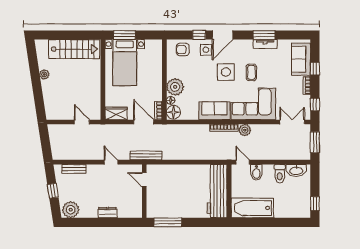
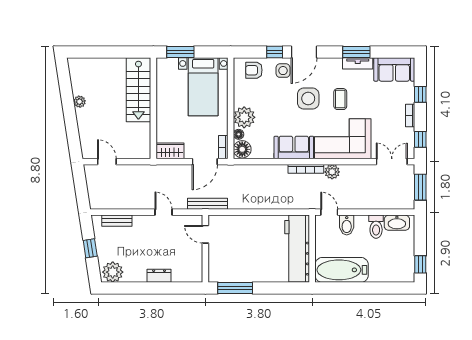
stairs: (74, 49) -> (138, 90), moved, turned 90
sofa: (301, 59) -> (394, 69), moved, turned -90
bed with nightstands: (125, 63) -> (203, 87), moved
door: (82, 122) -> (107, 162), moved
door: (144, 122) -> (205, 162), swing flipped

